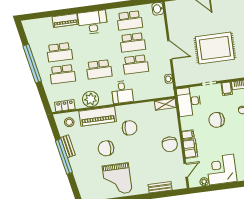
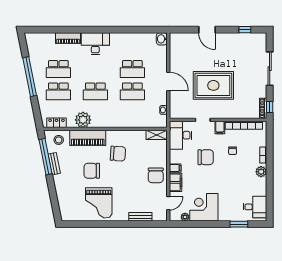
school desk: (130, 20) -> (132, 47), removed
desk: (122, 92) -> (115, 117), removed
chair: (217, 120) -> (206, 157), turned 180
window: (64, 156) -> (45, 157), moved

